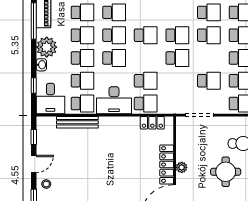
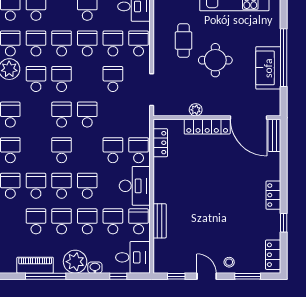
bench: (77, 122) -> (160, 221), width x0.73
plant: (182, 167) -> (196, 110), moved

